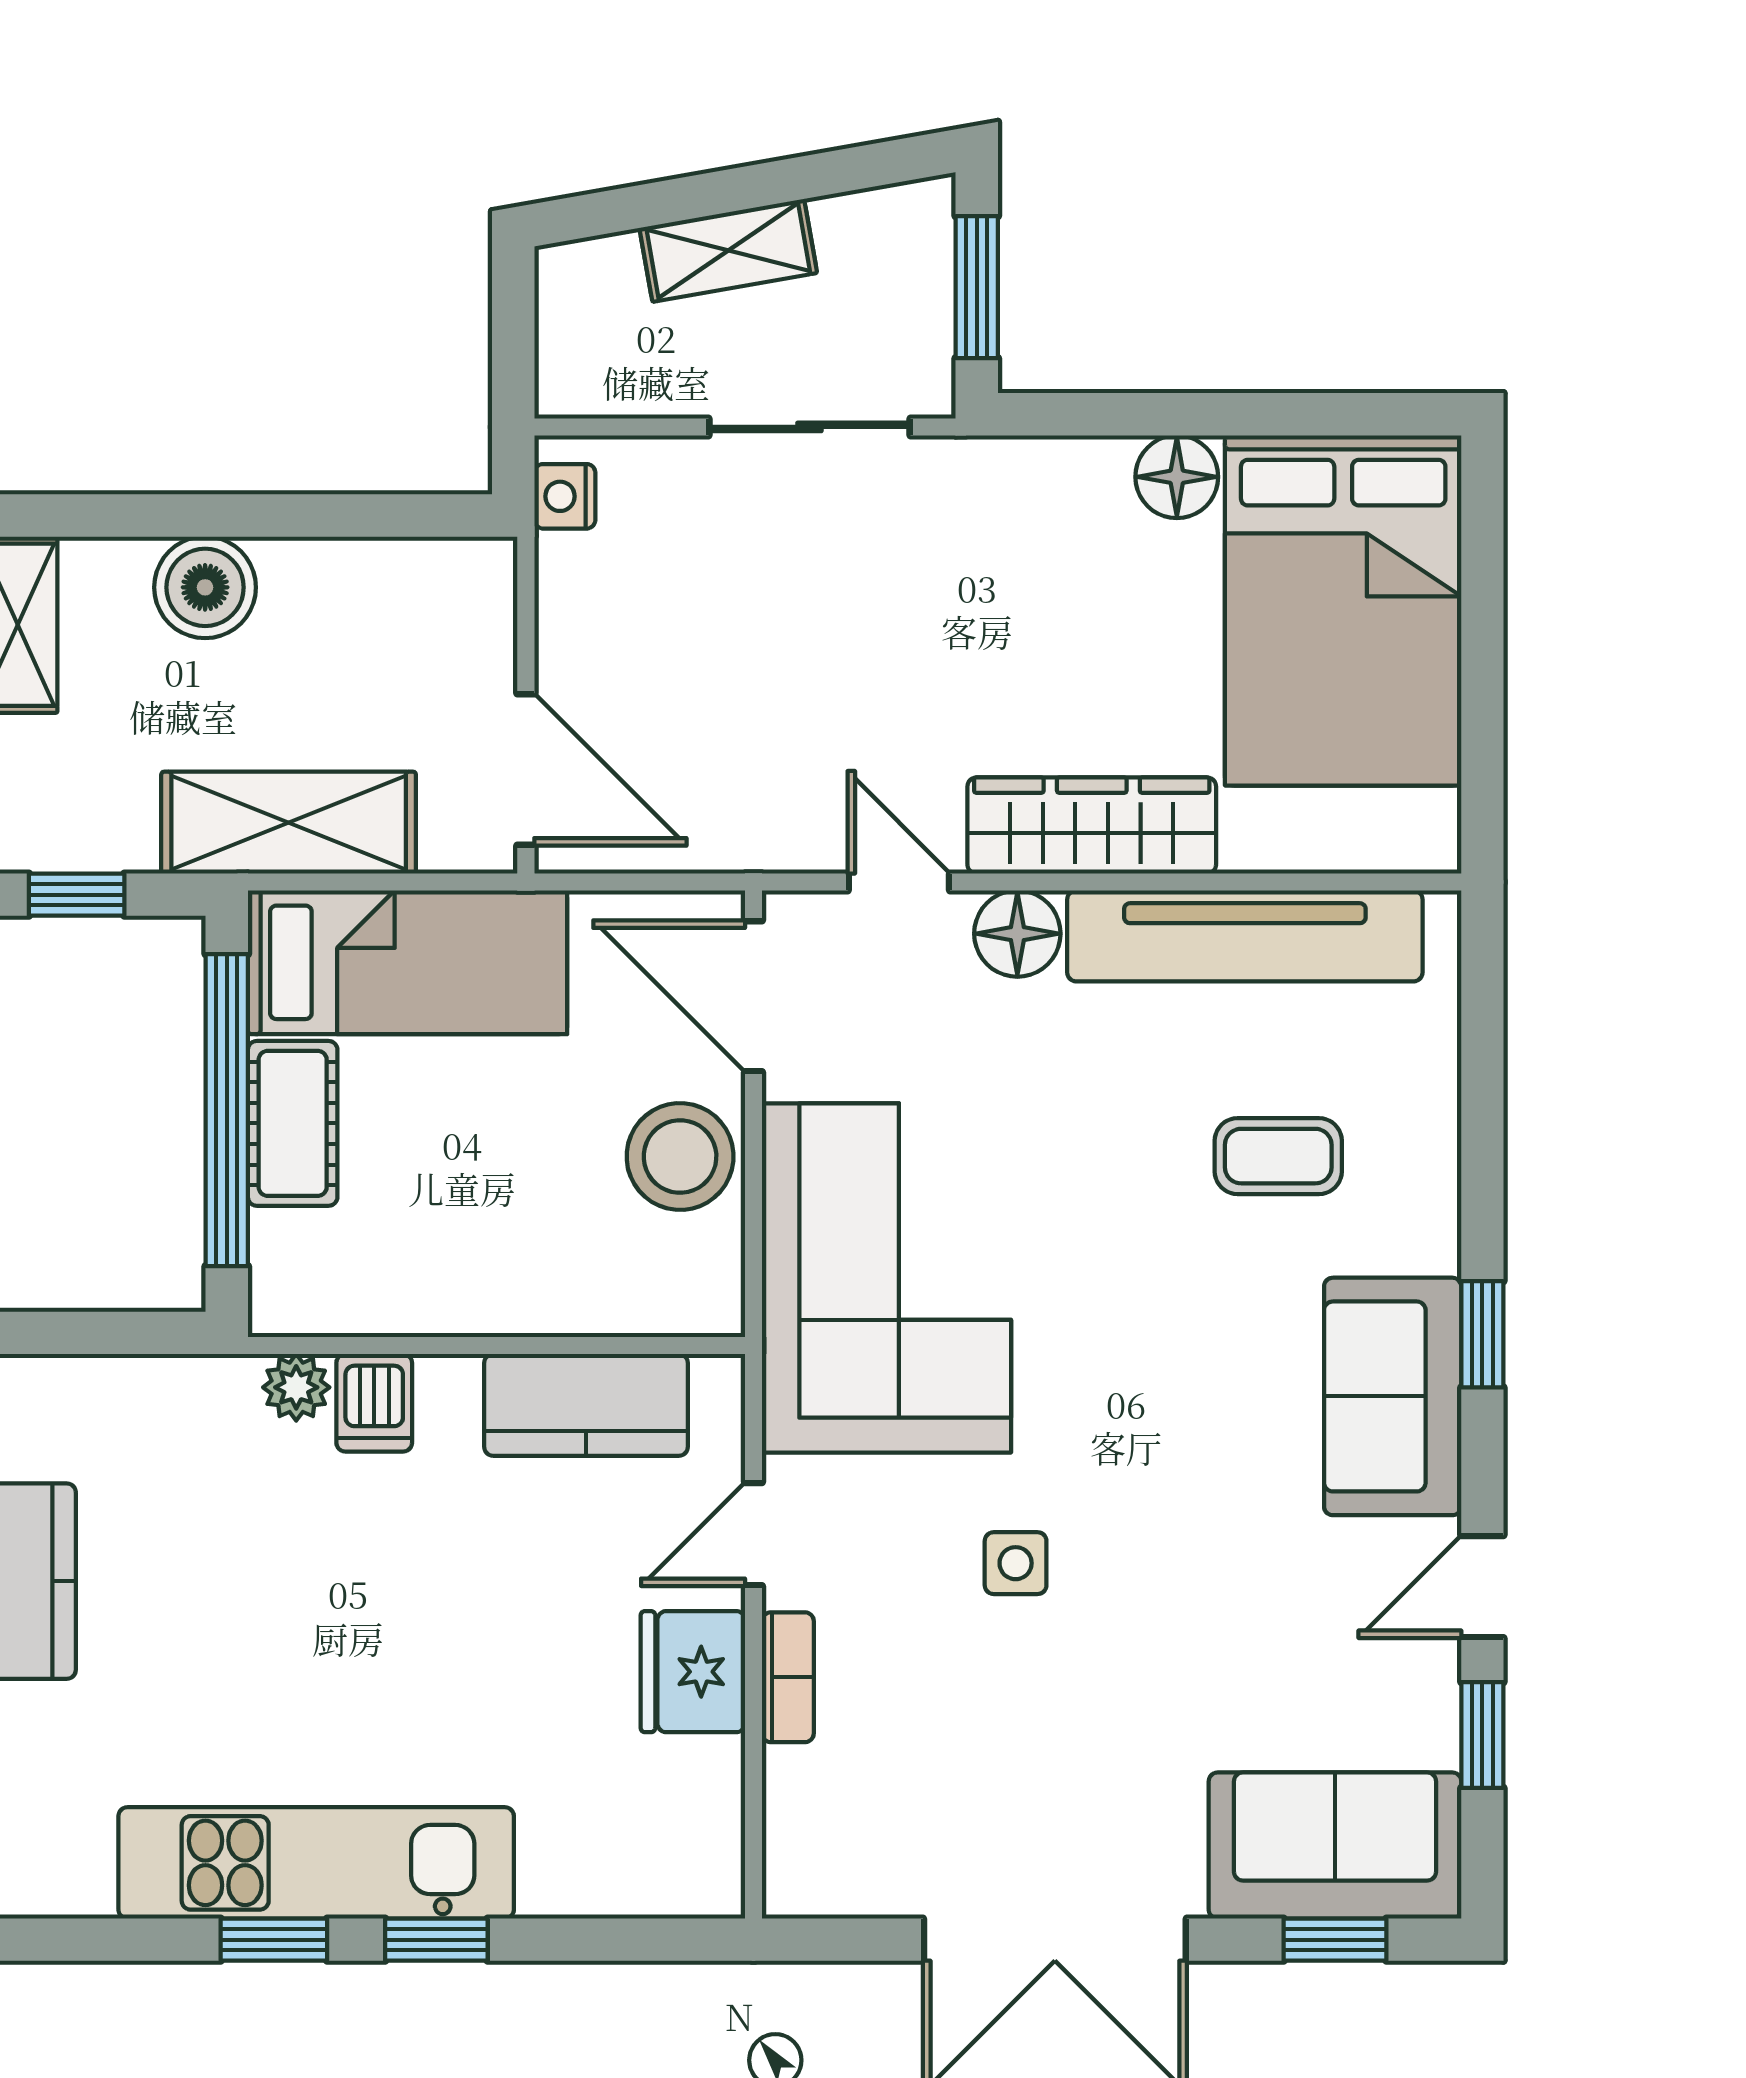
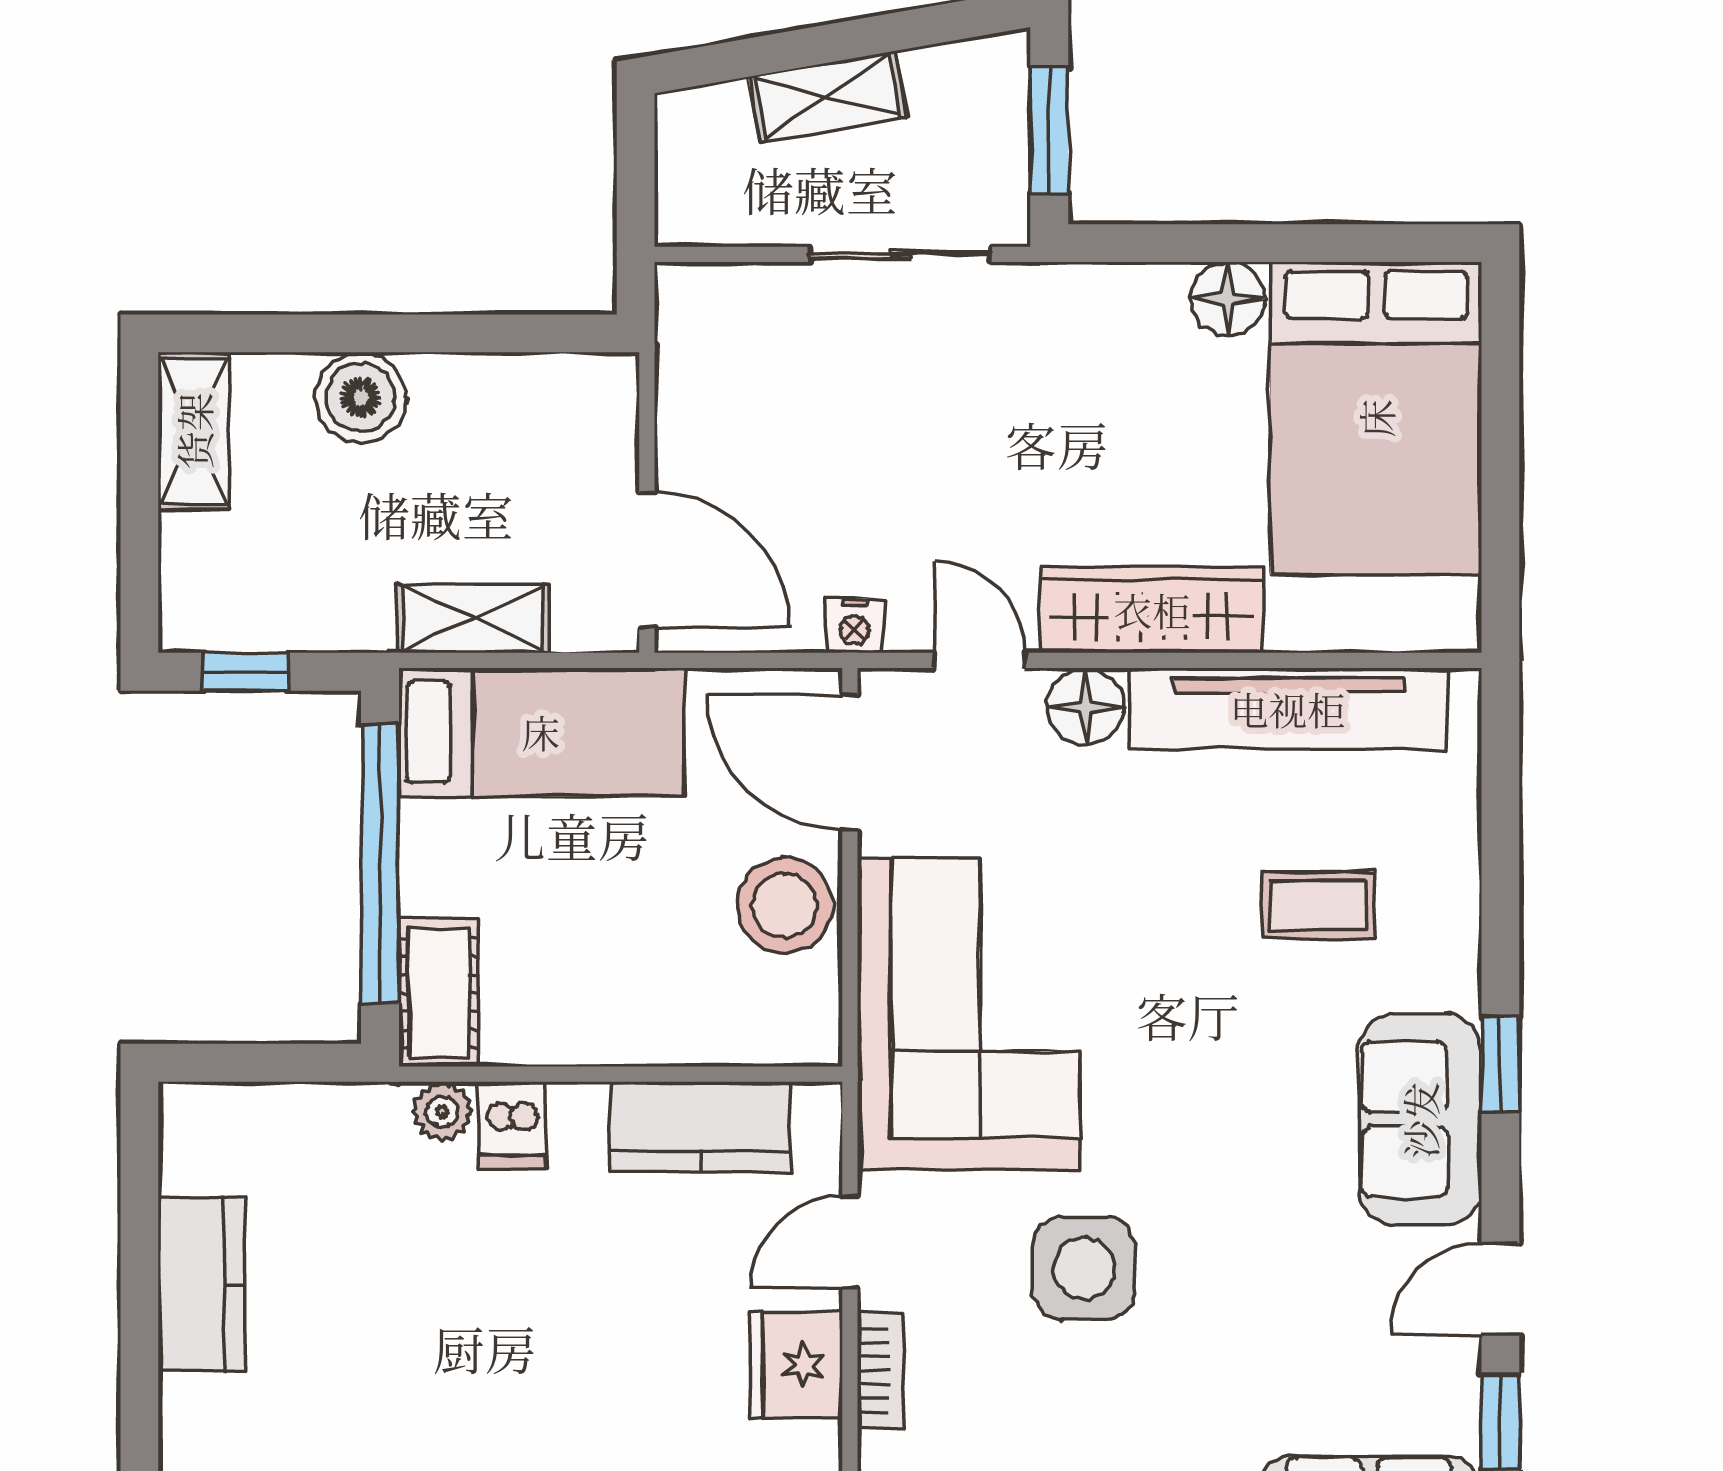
nightstand: (565, 496) -> (855, 626), moved, turned -90
shelving: (289, 823) -> (473, 619), width x0.67, depth x0.75
cot: (293, 1123) -> (439, 993), moved
side table: (1016, 1563) -> (1084, 1268), width x1.87, depth x1.87

